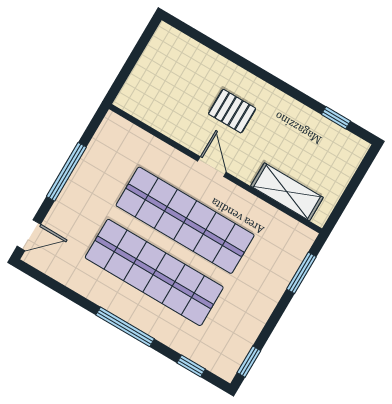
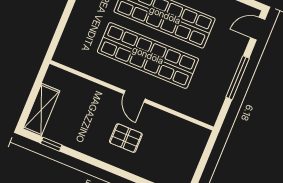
shelving: (287, 192) -> (41, 110), moved, turned 90
window: (301, 273) -> (60, 30), removed

